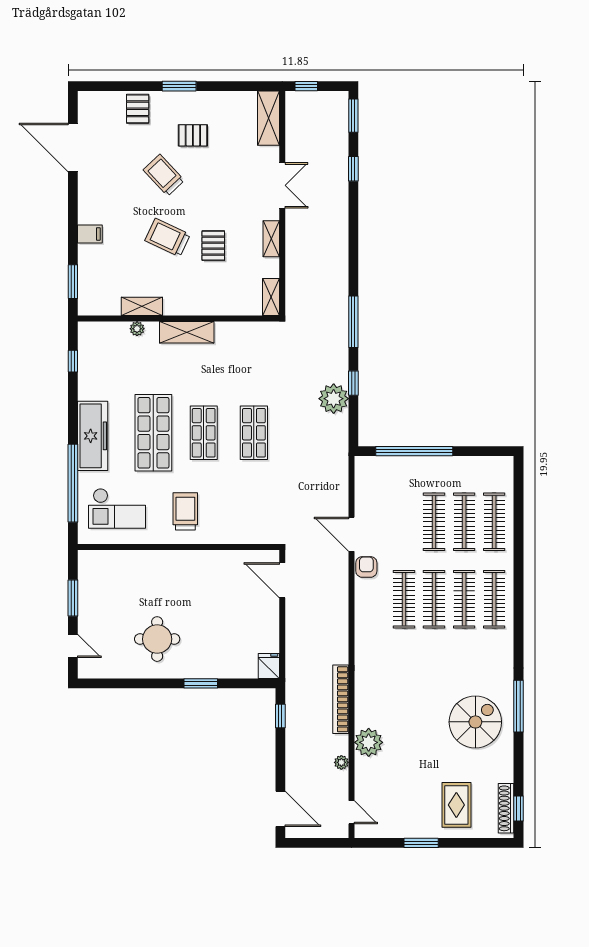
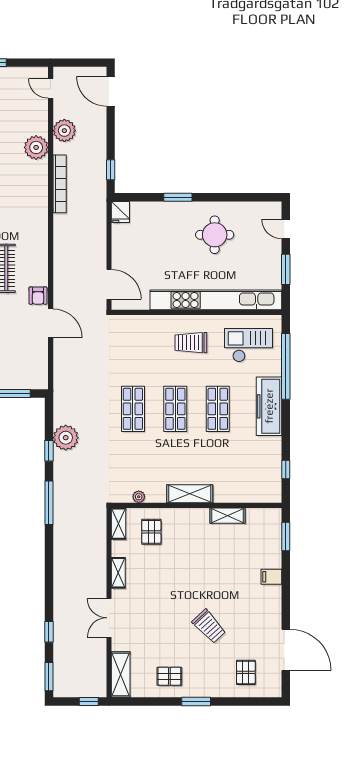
pallet: (138, 109) -> (246, 672), moved
pallet: (193, 135) -> (169, 676), moved
trolley: (168, 238) -> (206, 574), removed
pallet: (213, 246) -> (151, 532), moved
plant: (137, 329) -> (139, 497), moved
shop shelf: (153, 433) -> (218, 409), width x0.70, depth x0.74
trolley: (185, 511) -> (191, 343), turned 90
kitchen unit: (156, 562) -> (216, 300), added
plant: (341, 762) -> (64, 131), width x1.87, depth x1.87

